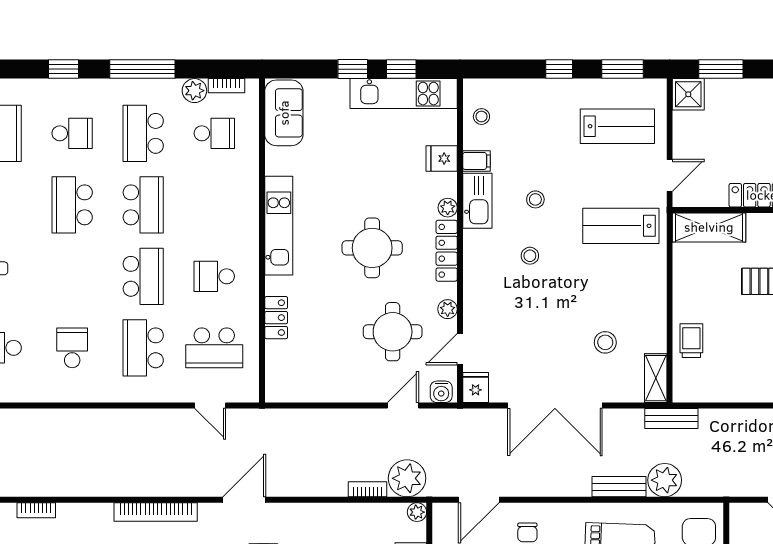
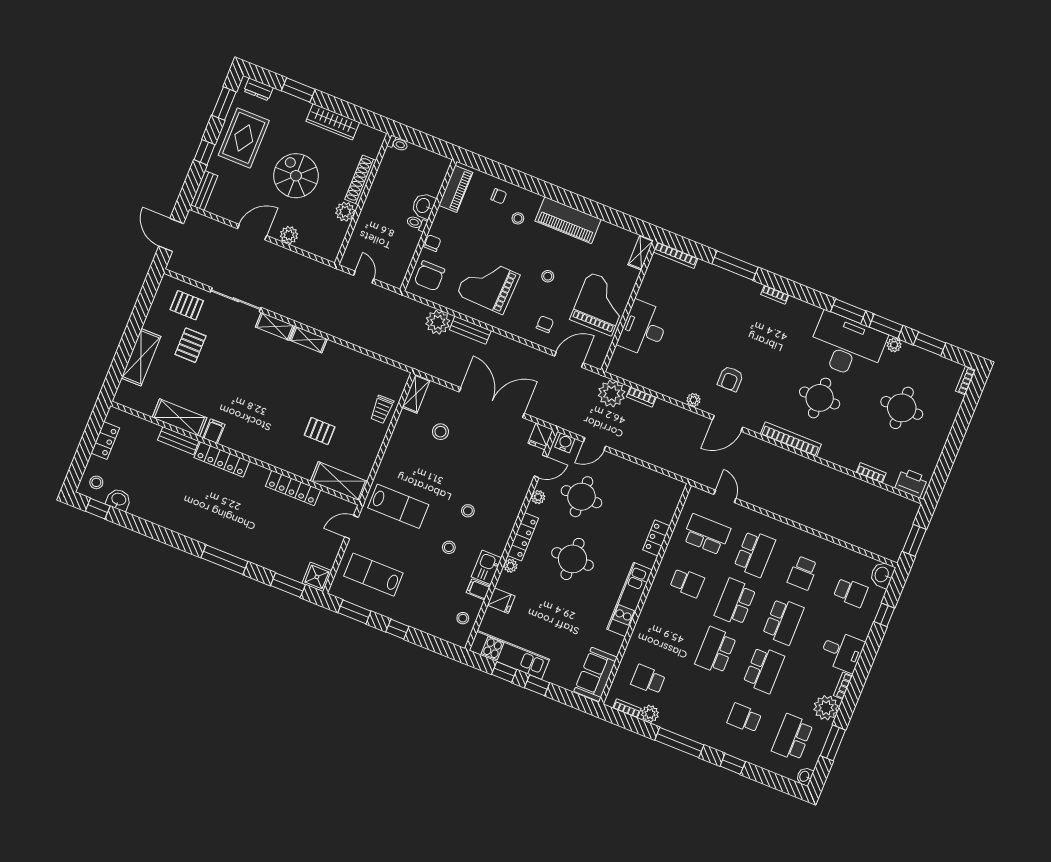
school desk: (143, 133) -> (783, 621), moved
kitchen sink: (477, 201) -> (486, 567), width x0.73
bench: (671, 418) -> (416, 362), removed
plant: (417, 512) -> (693, 400), moved

